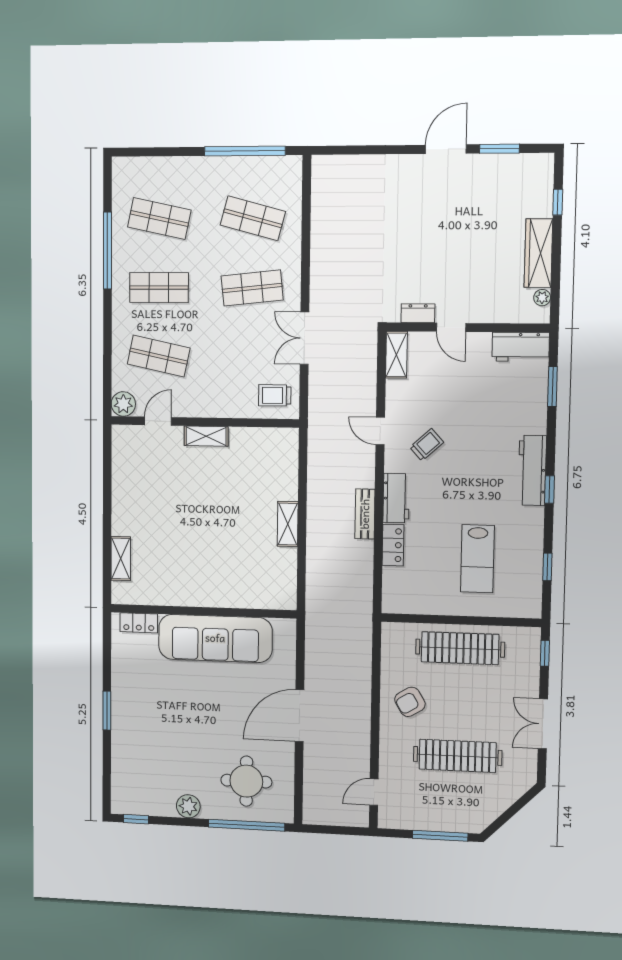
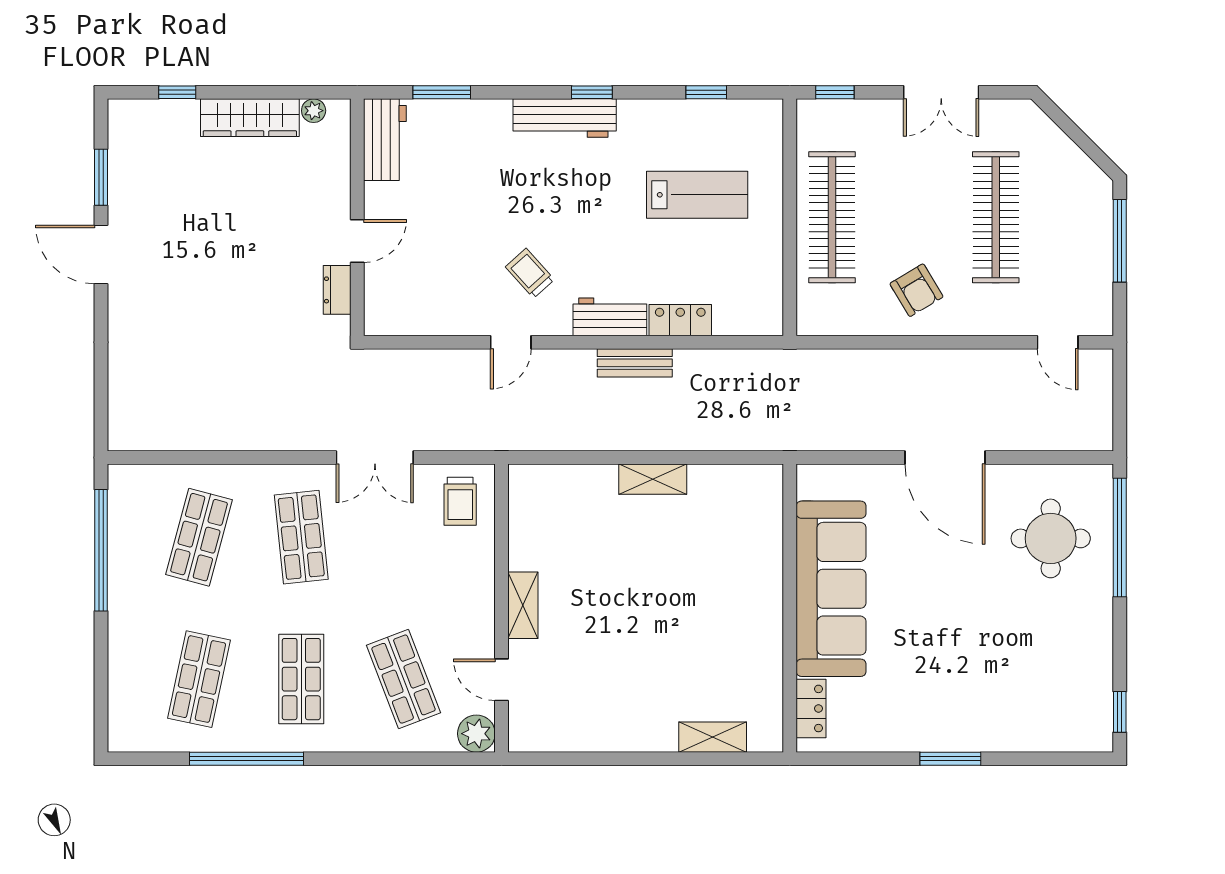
shelving: (396, 355) -> (398, 320), removed
shop shelf: (159, 356) -> (403, 679), turned -33
plant: (188, 806) -> (1095, 629), removed

